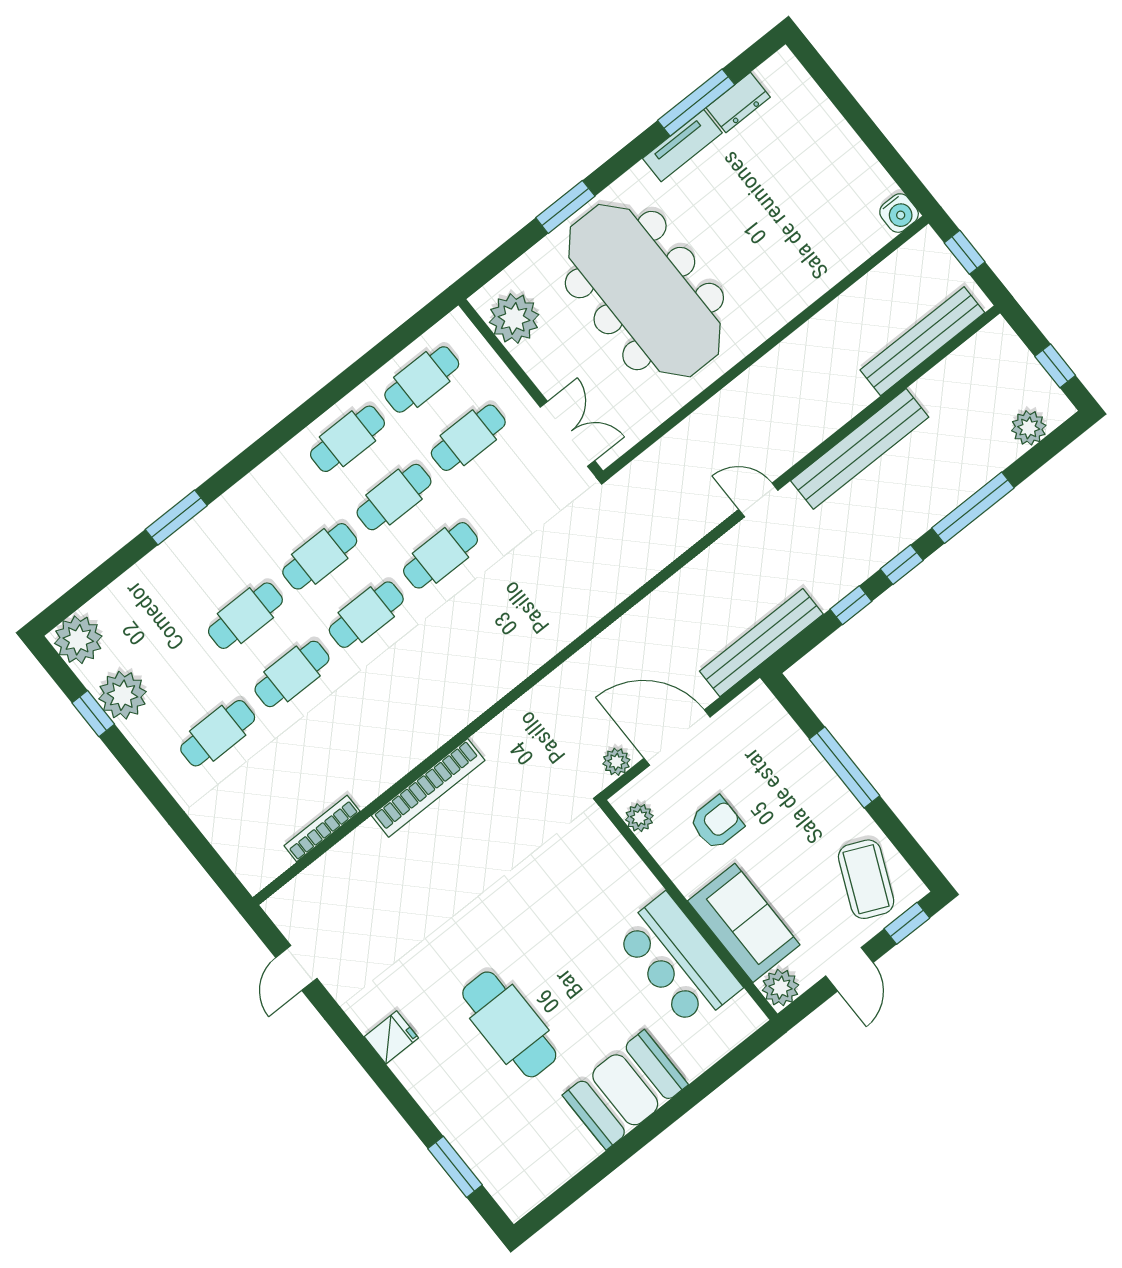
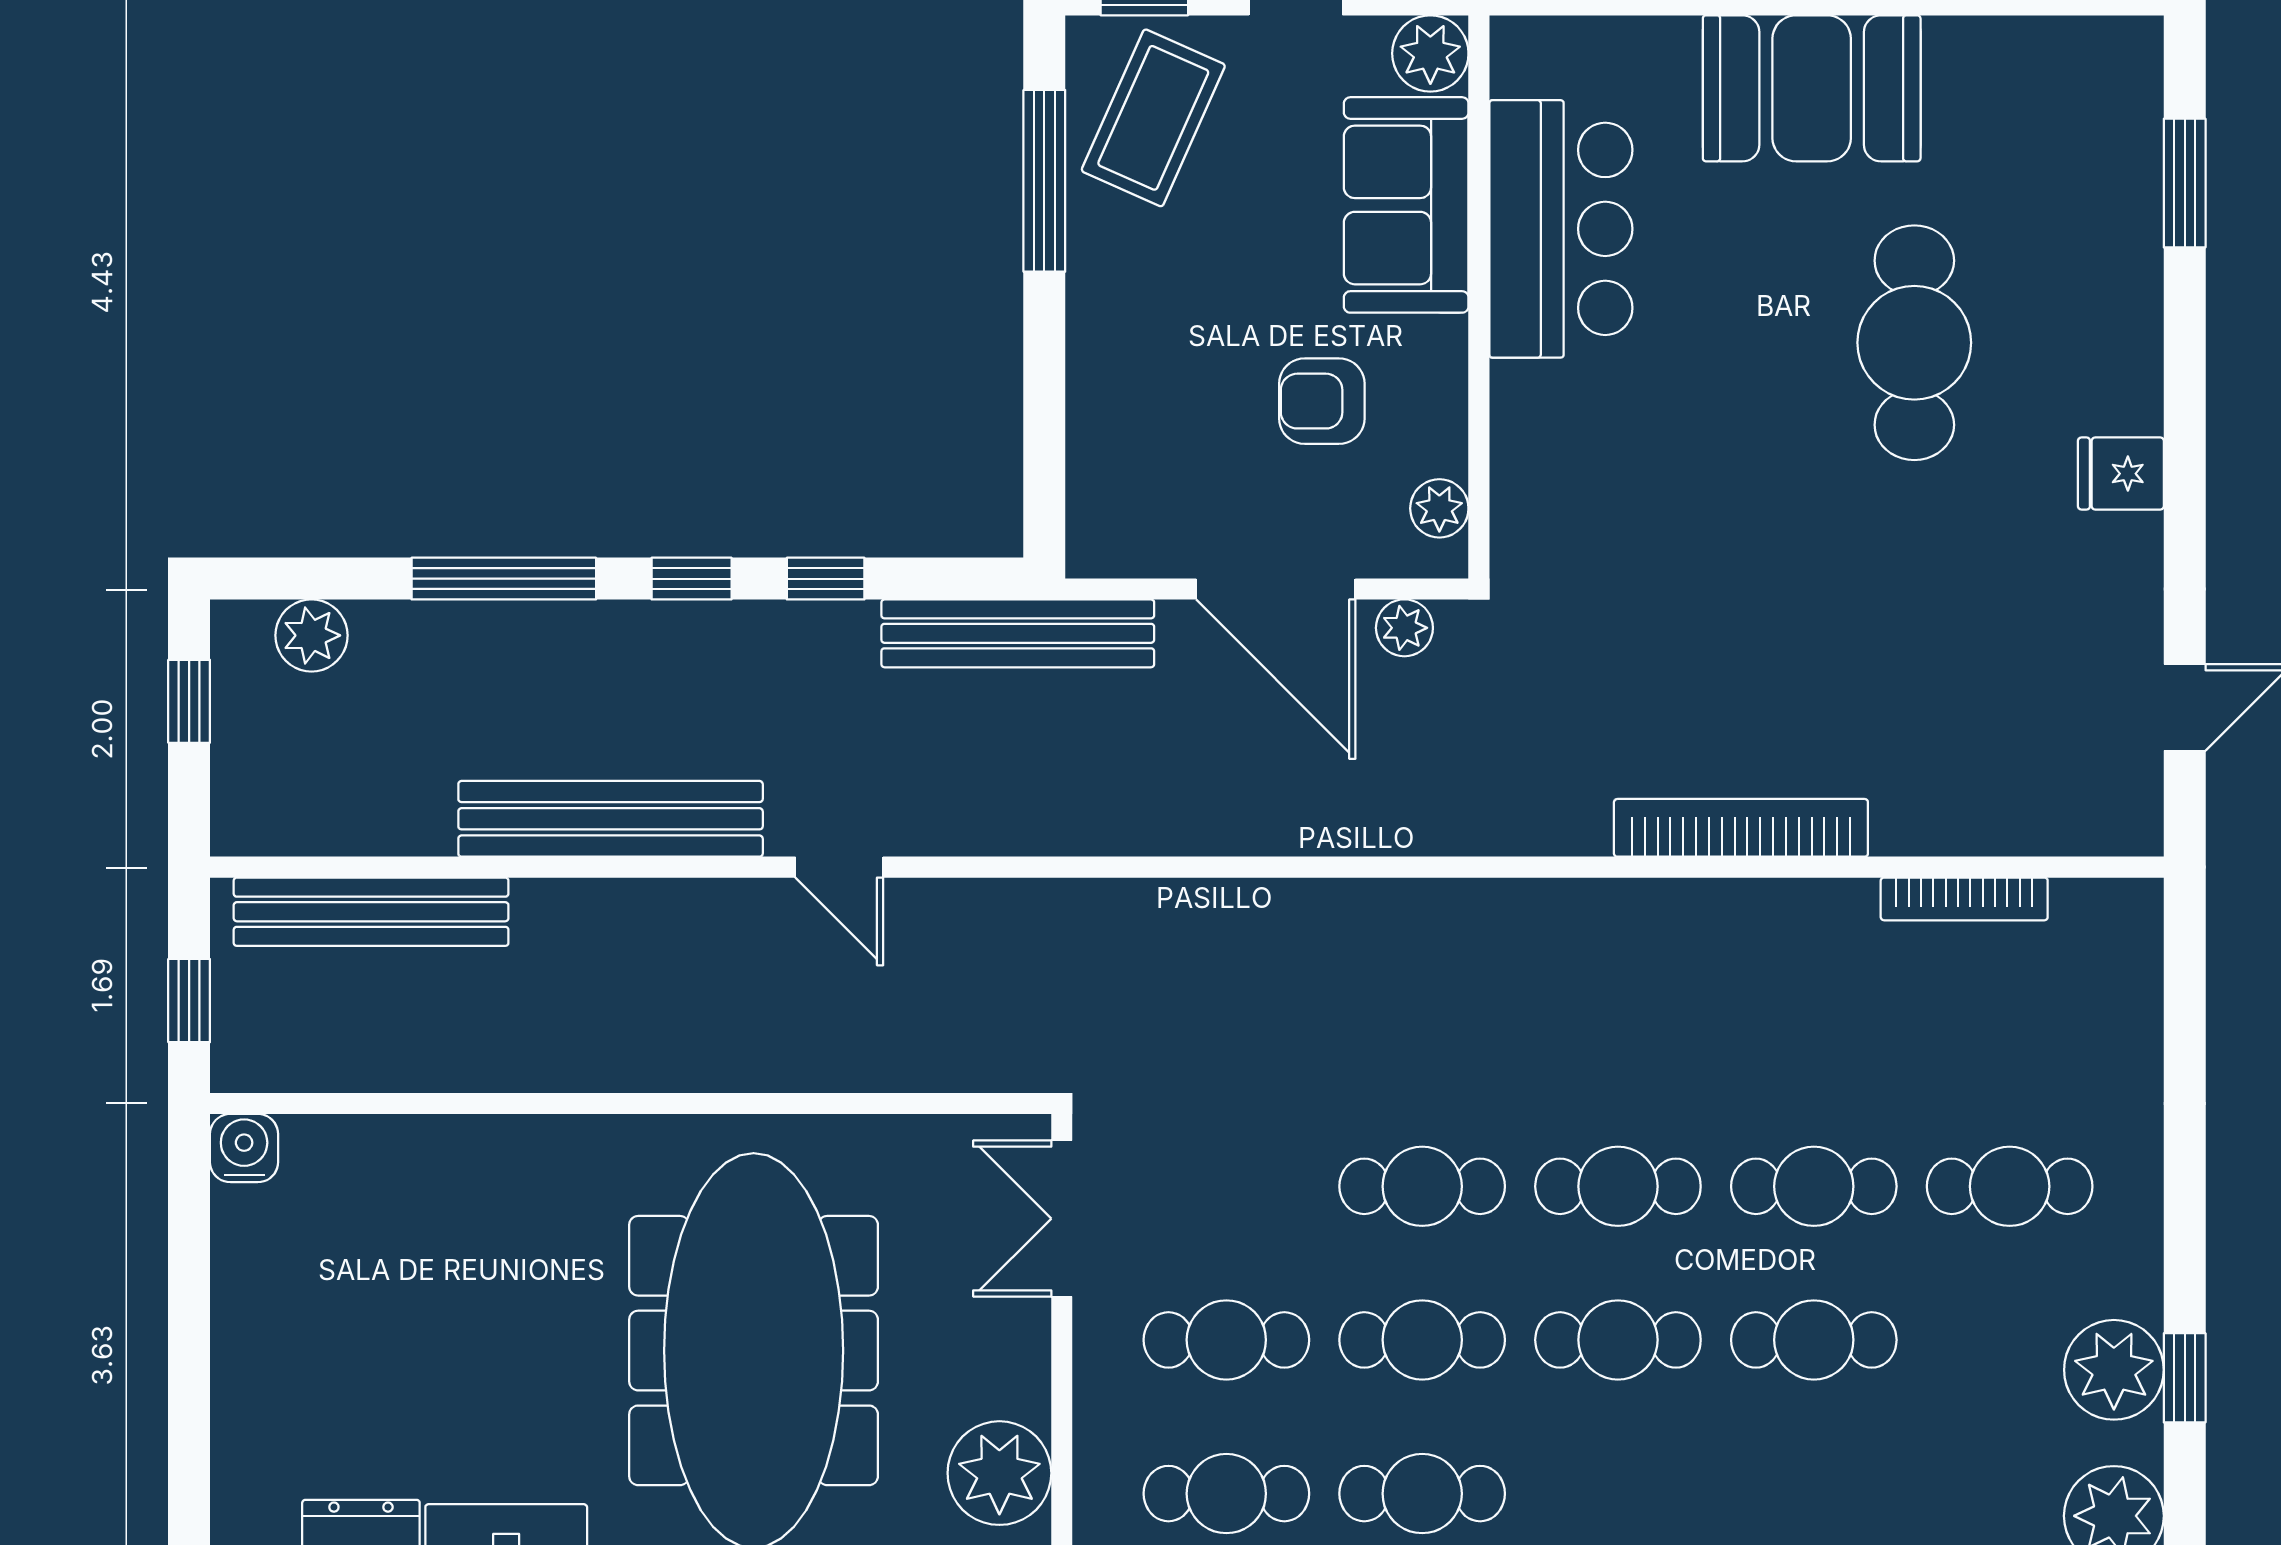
window: (844, 767) -> (1044, 181), moved

